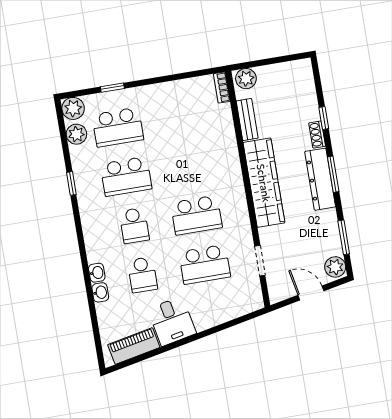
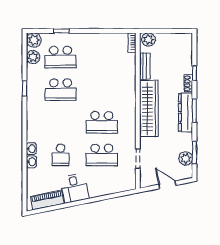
school desk: (134, 226) -> (61, 122), removed
plant: (335, 267) -> (186, 158), moved

